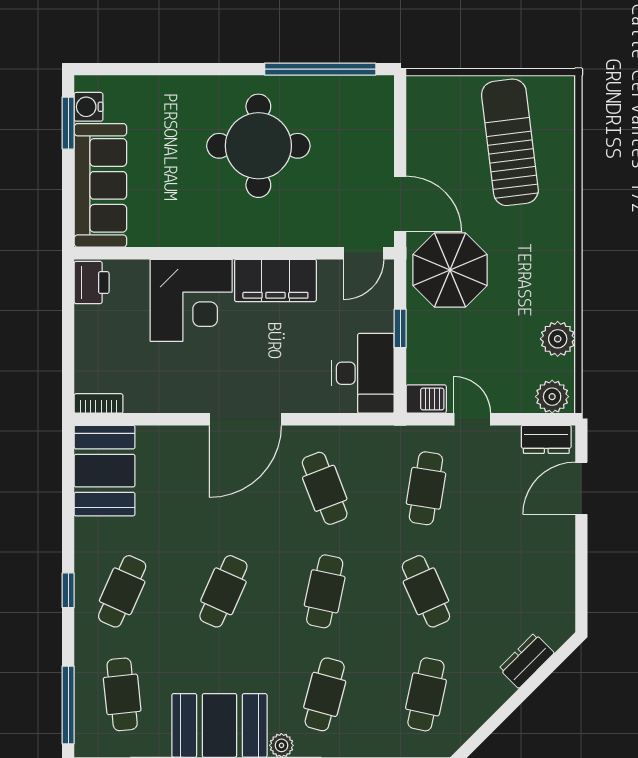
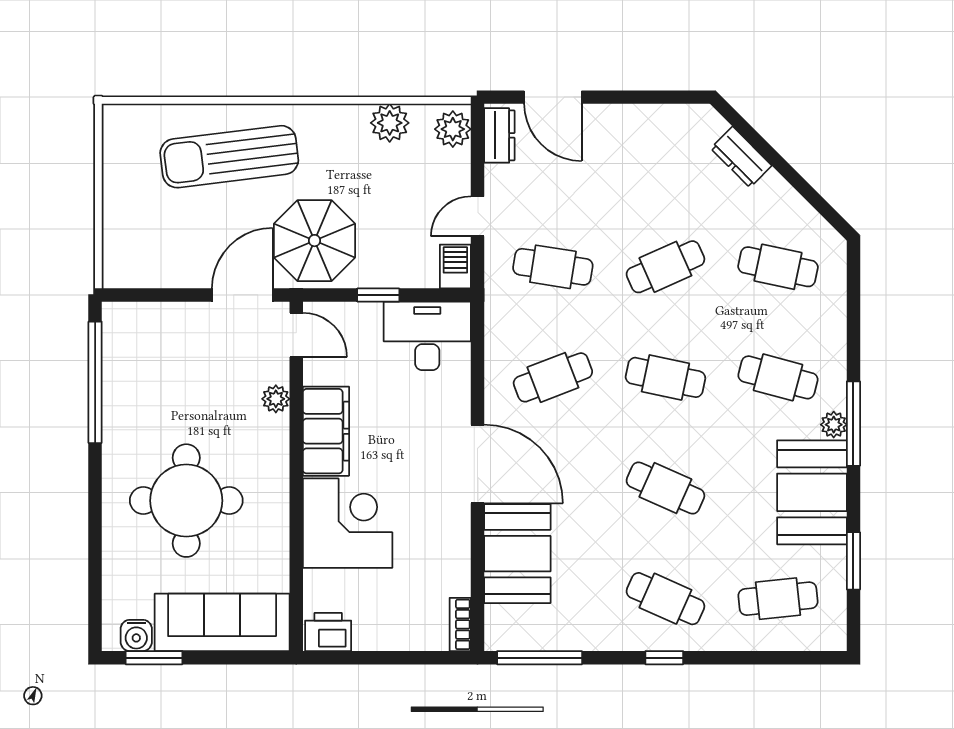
sun lounger: (510, 142) -> (229, 157), moved
round table: (258, 146) -> (186, 501), moved
plant: (305, 235) -> (276, 399), added
booth: (105, 471) -> (517, 554), moved, turned 90
window: (68, 705) -> (540, 658), moved

